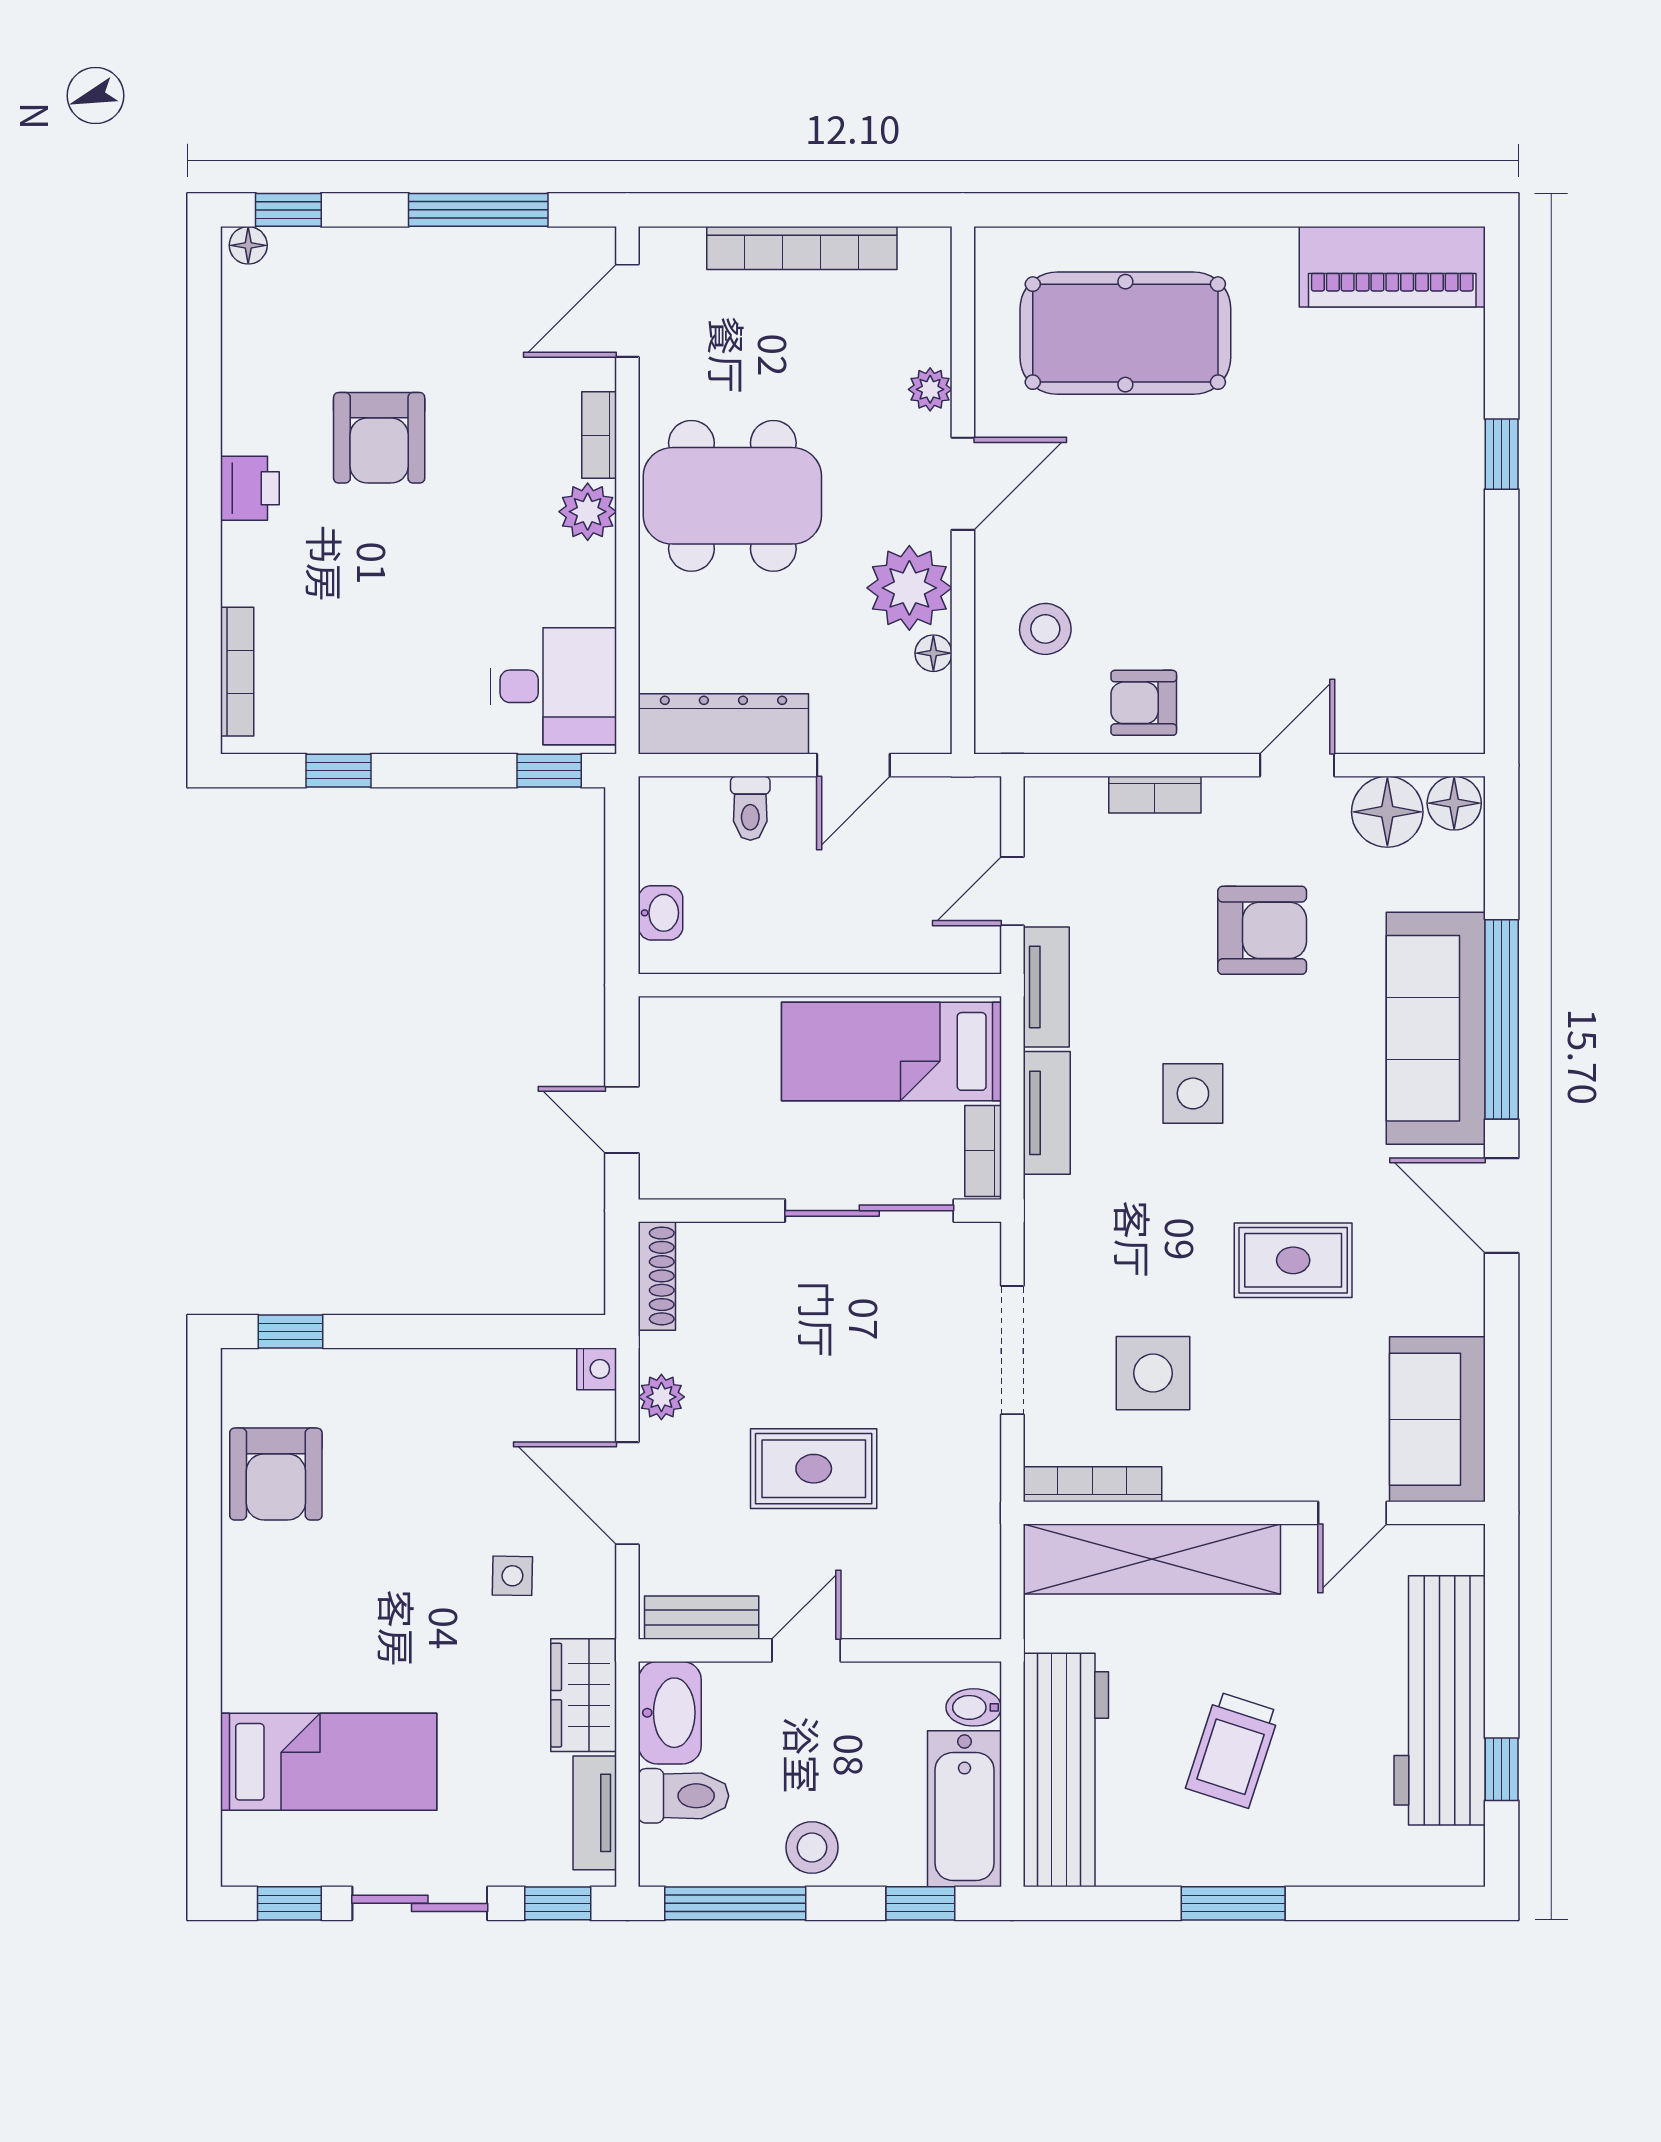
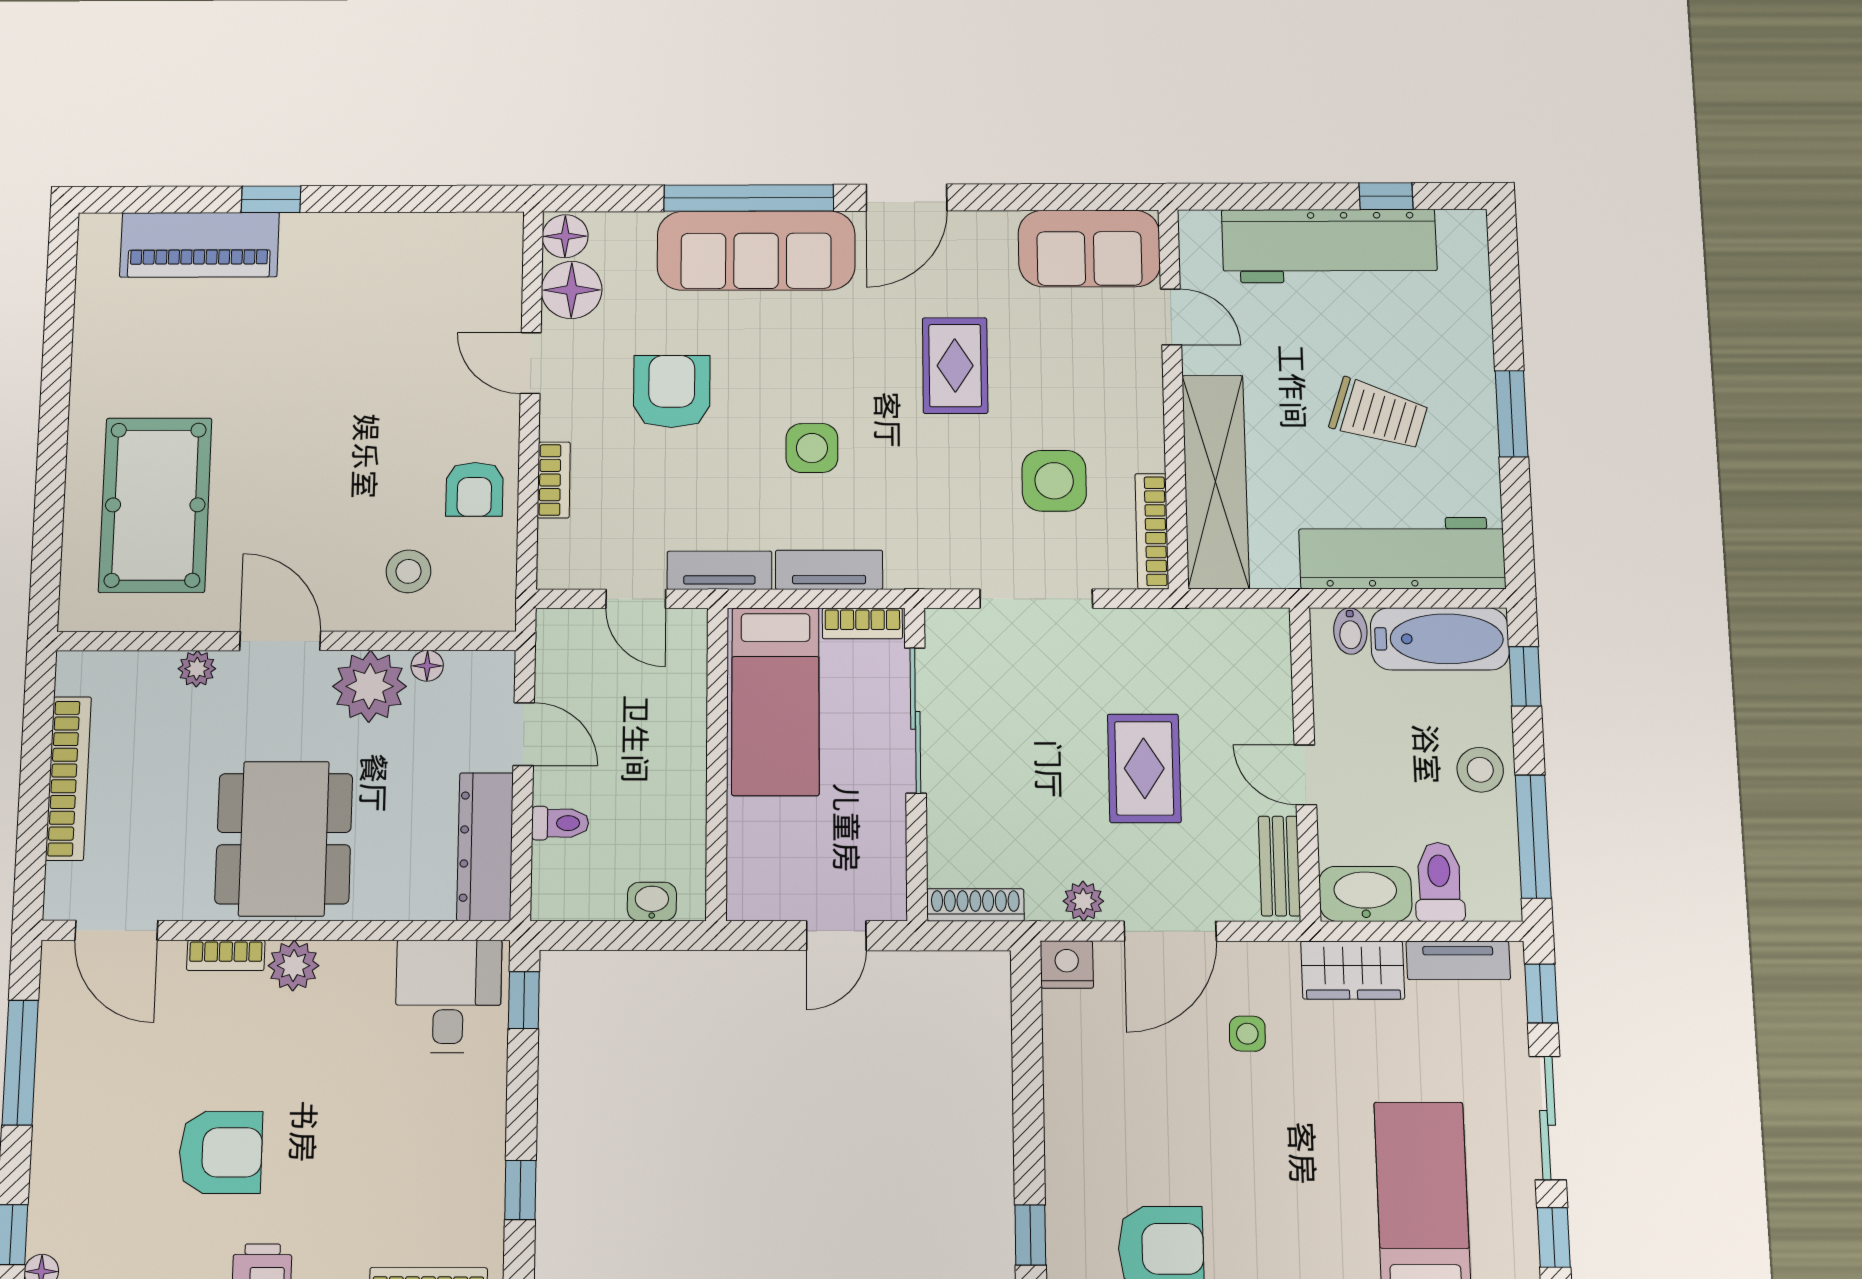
piano: (1392, 267) -> (200, 245), moved, turned 90
nightstand: (597, 1369) -> (1067, 964), width x1.39, depth x1.35

